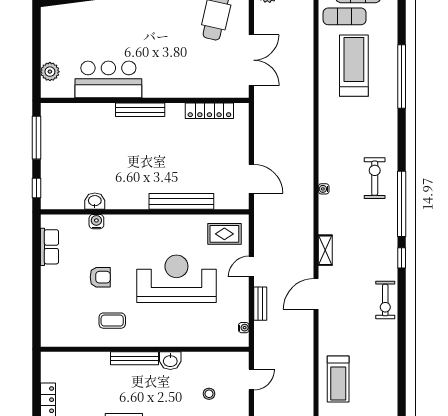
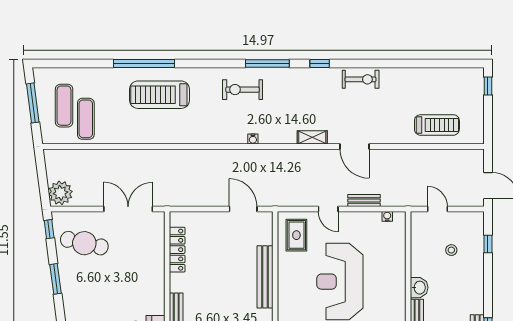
treadmill: (354, 66) -> (160, 95), moved
door: (251, 179) -> (243, 209), hinge flipped
window: (402, 204) -> (267, 63), width x0.68

